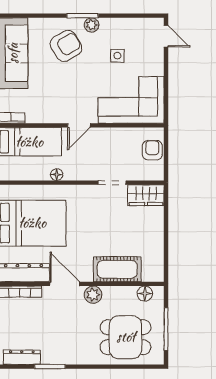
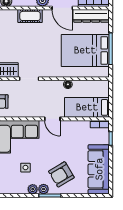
plant: (107, 25) -> (33, 189), added
door: (79, 125) -> (52, 119), swing flipped
cot: (117, 269) -> (30, 16), width x0.73, depth x0.75

